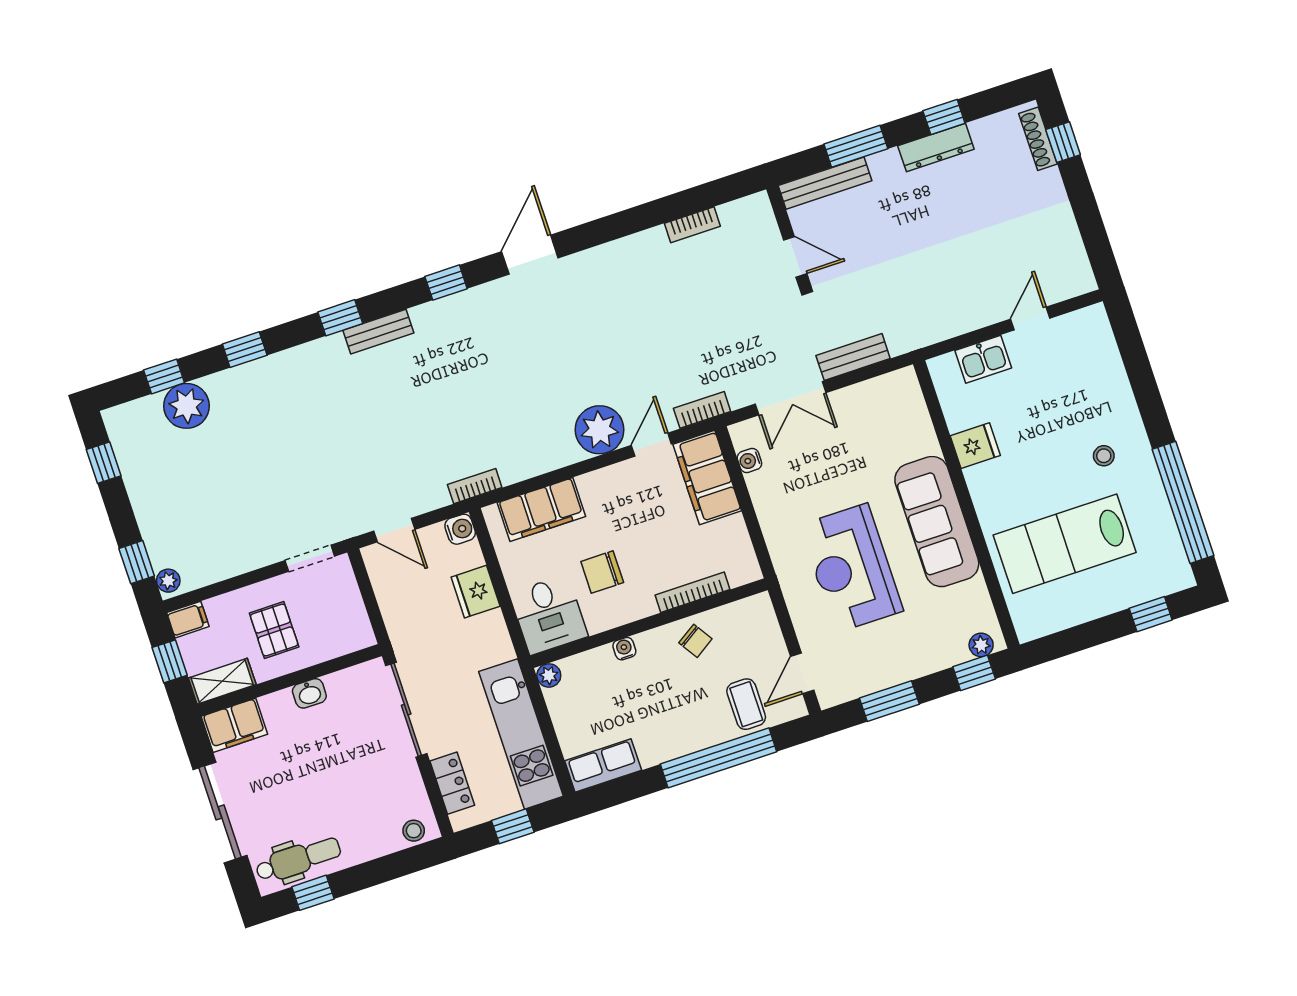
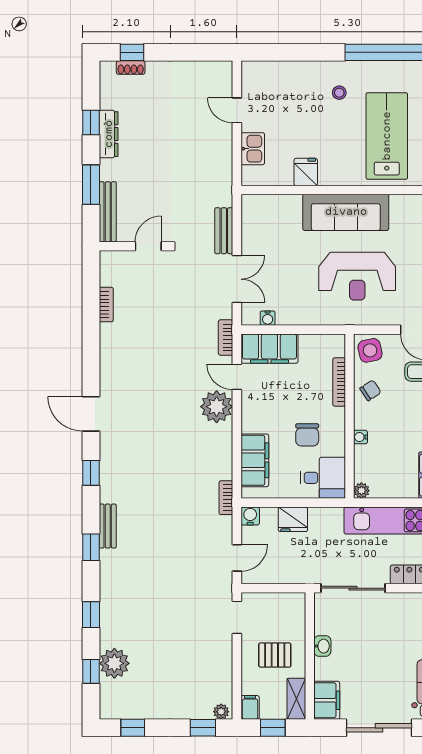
shoe rack: (1038, 139) -> (131, 68), width x0.70
lab bench: (1065, 544) -> (387, 136), turned 180
side table: (752, 621) -> (370, 350), added

